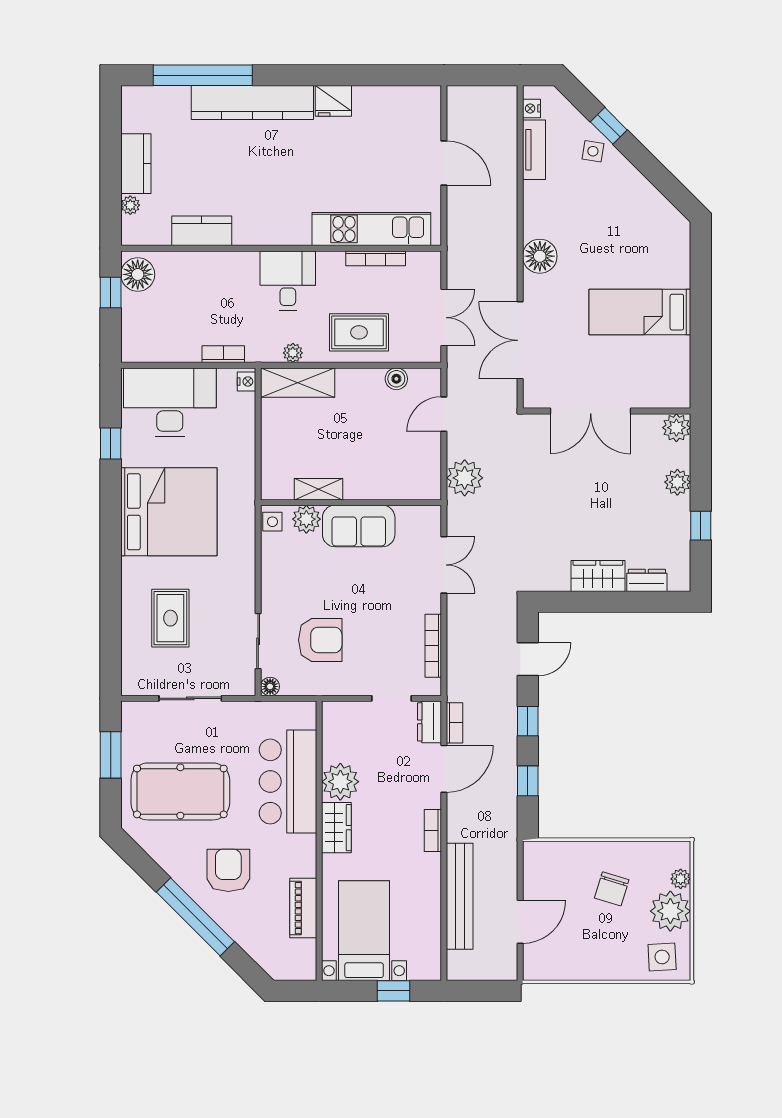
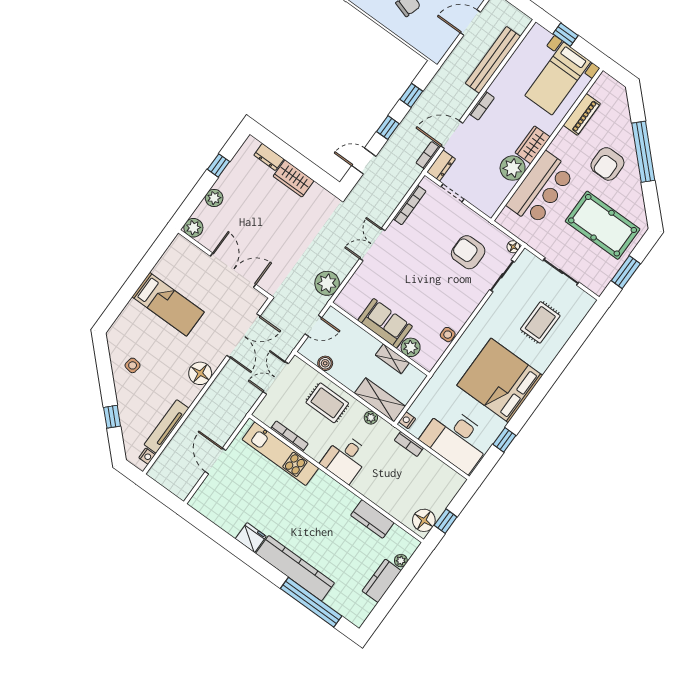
tv unit: (534, 150) -> (166, 426), width x1.41
side table: (593, 151) -> (133, 365), moved
shelving: (319, 489) -> (392, 359), moved
wall: (351, 503) -> (380, 339), moved
plant: (306, 519) -> (411, 347), moved
sofa: (359, 526) -> (385, 323), moved

